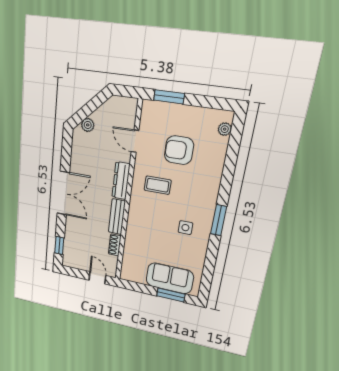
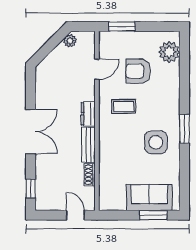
plant: (88, 125) -> (70, 41), moved
plant: (225, 129) -> (169, 52), width x1.87, depth x1.87
door: (135, 141) -> (97, 69), swing flipped
dresser: (121, 181) -> (88, 114), width x0.70
side table: (185, 228) -> (156, 142), width x1.87, depth x1.87

